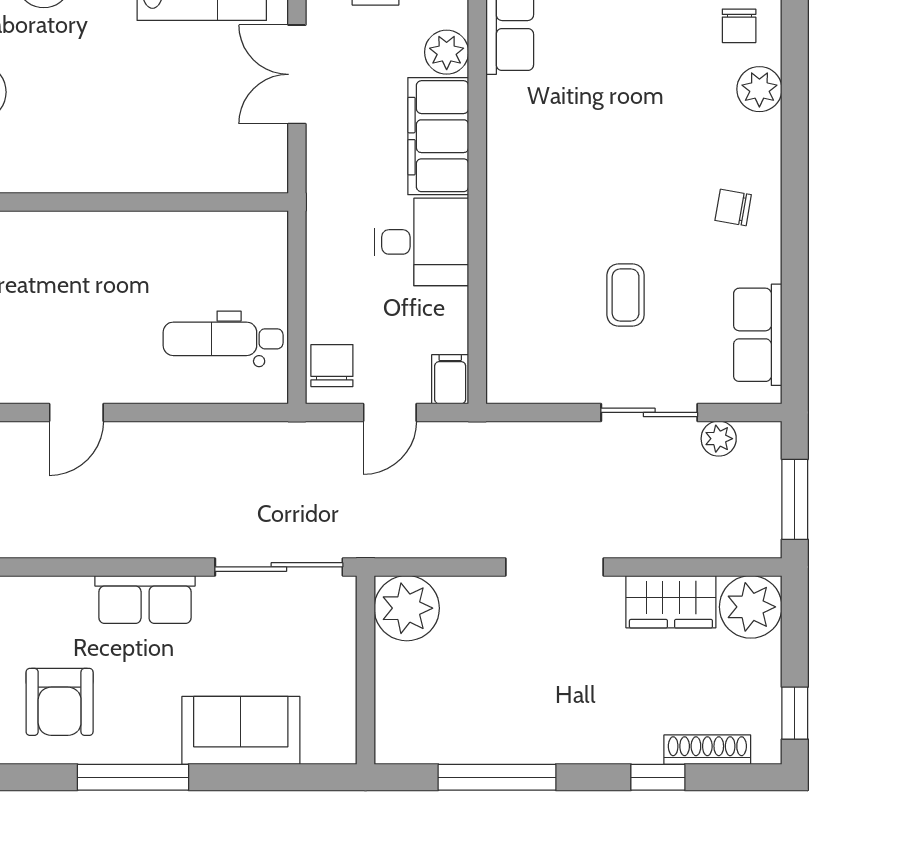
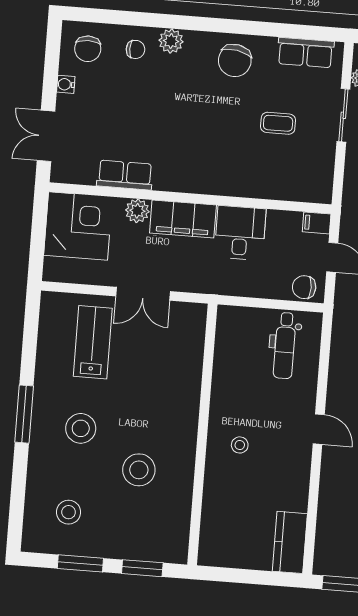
chair: (733, 208) -> (235, 61), width x1.87, depth x1.87
stool: (36, 271) -> (240, 445), added

